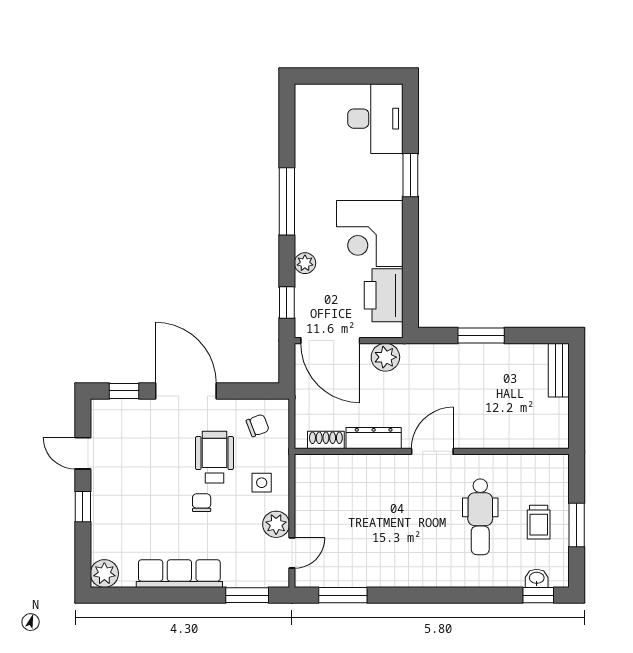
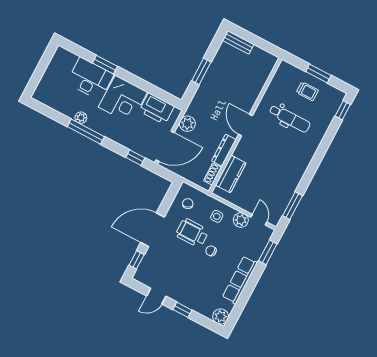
desk: (375, 119) -> (90, 79), moved
plant: (305, 263) -> (81, 118), moved
kitchen counter: (341, 469) -> (231, 174), added
washbasin: (537, 578) -> (334, 107), removed

